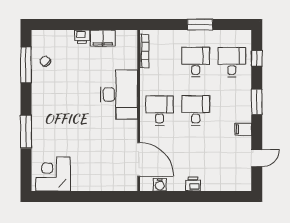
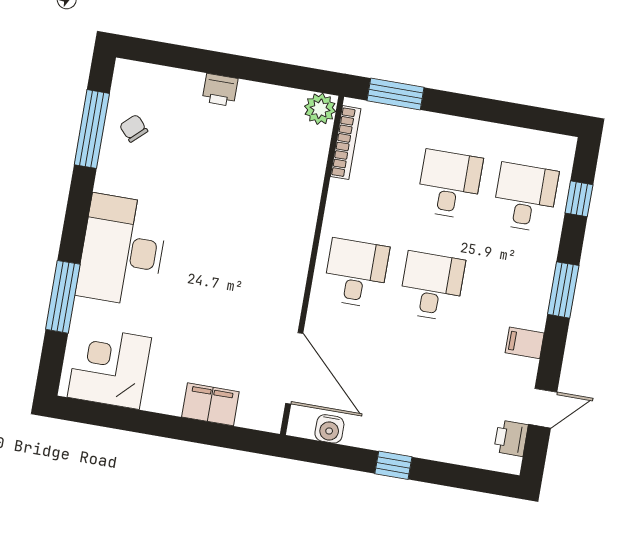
window: (200, 25) -> (395, 94), moved
plant: (130, 37) -> (320, 109), added
filing cabinet: (103, 38) -> (210, 404), moved, turned 180
desk: (119, 95) -> (122, 250), moved, turned 180
window: (26, 132) -> (63, 297), moved
printer: (193, 184) -> (511, 438), moved, turned -90
window: (192, 196) -> (393, 465), added

